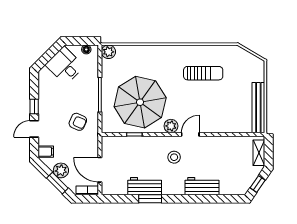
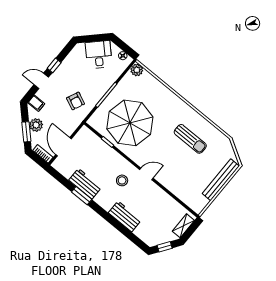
bench: (258, 108) -> (221, 180), moved
plant: (171, 126) -> (138, 157), removed

